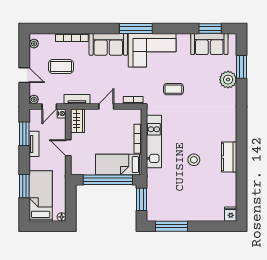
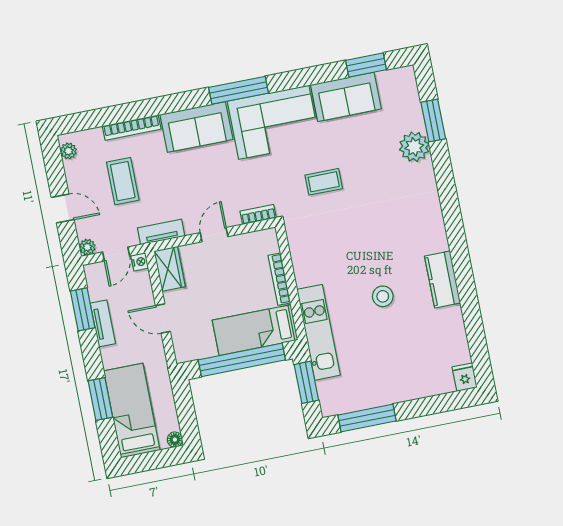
sofa: (209, 44) -> (346, 97), moved
coffee table: (61, 66) -> (123, 181), turned 90
kitchen unit: (154, 141) -> (318, 332), moved

